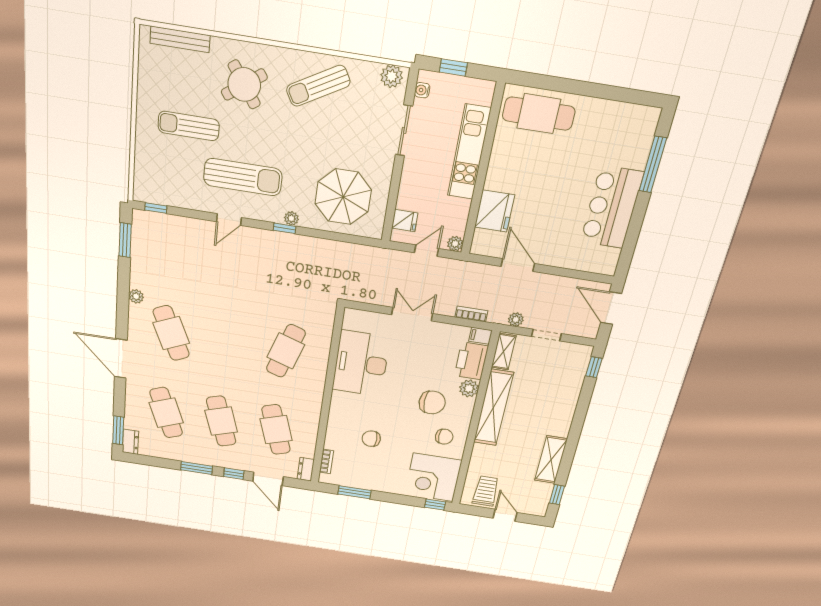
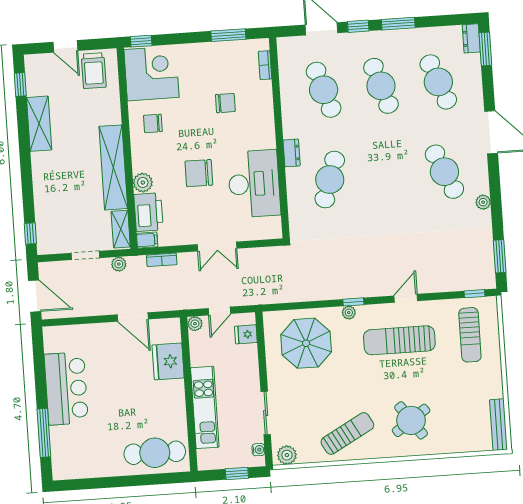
bench: (180, 39) -> (499, 425), moved, turned 90
sun lounger: (189, 126) -> (470, 335), moved, turned 90
chair: (432, 402) -> (199, 173), moved
dresser: (306, 469) -> (292, 153), moved

